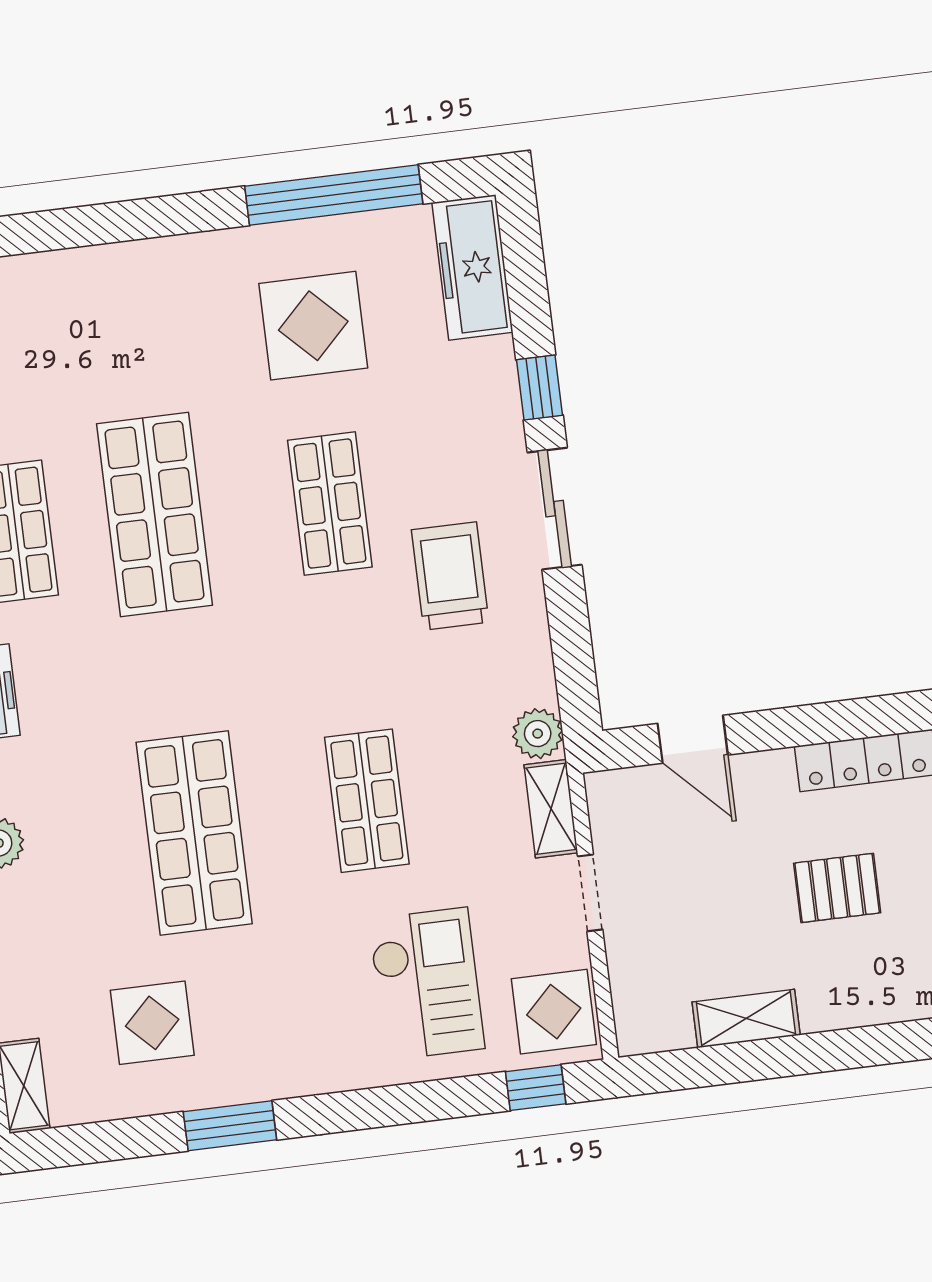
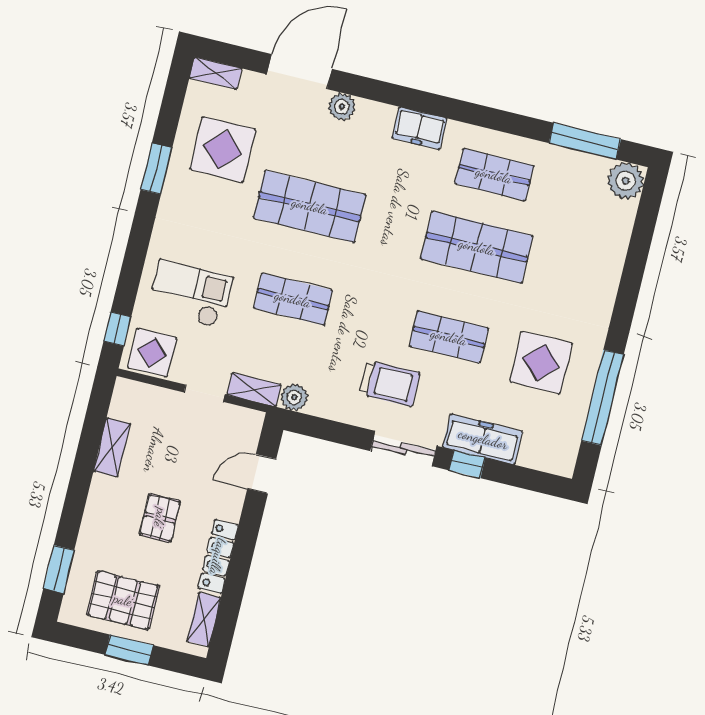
freezer: (472, 267) -> (483, 439), moved
checkout: (426, 984) -> (190, 294), turned 180
display table: (152, 1023) -> (223, 149), width x1.36, depth x1.36

